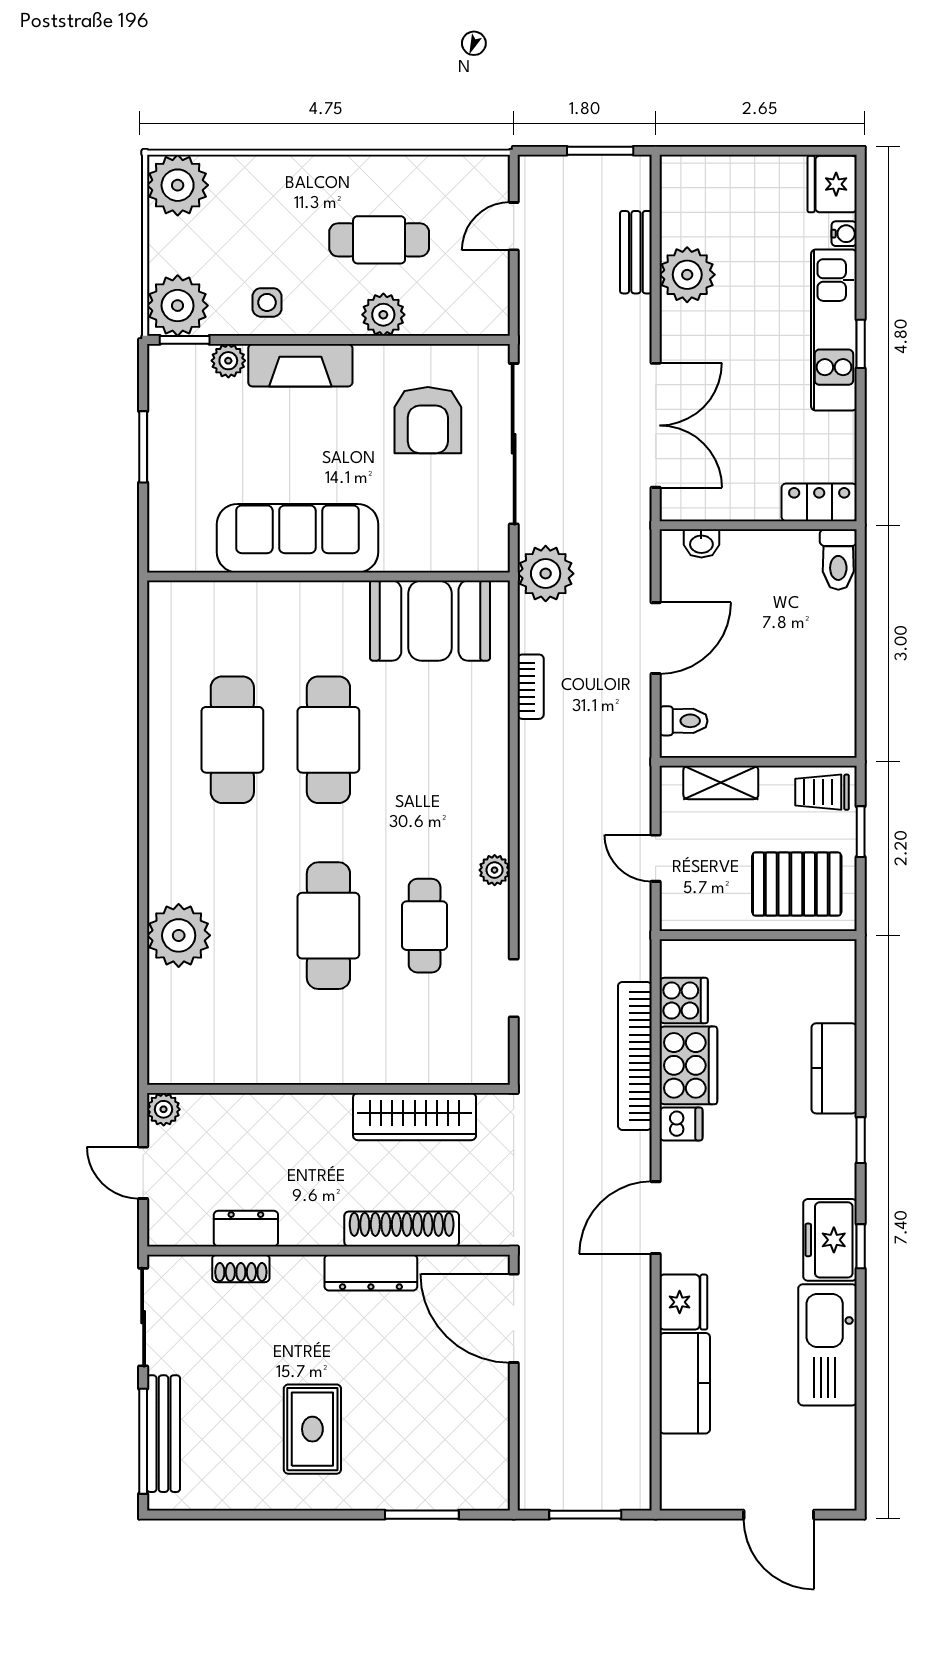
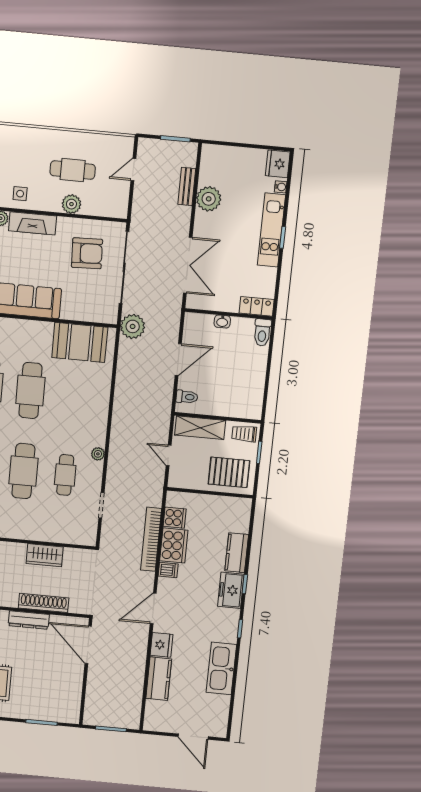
armchair: (428, 420) -> (87, 253), turned -92
washbasin: (701, 543) -> (222, 321), moved
bookcase: (531, 687) -> (121, 376), removed
shelving: (721, 782) -> (200, 428), width x1.50, depth x1.33
wardrobe: (415, 1117) -> (45, 555), width x0.67
freezer: (830, 1240) -> (231, 590), moved

